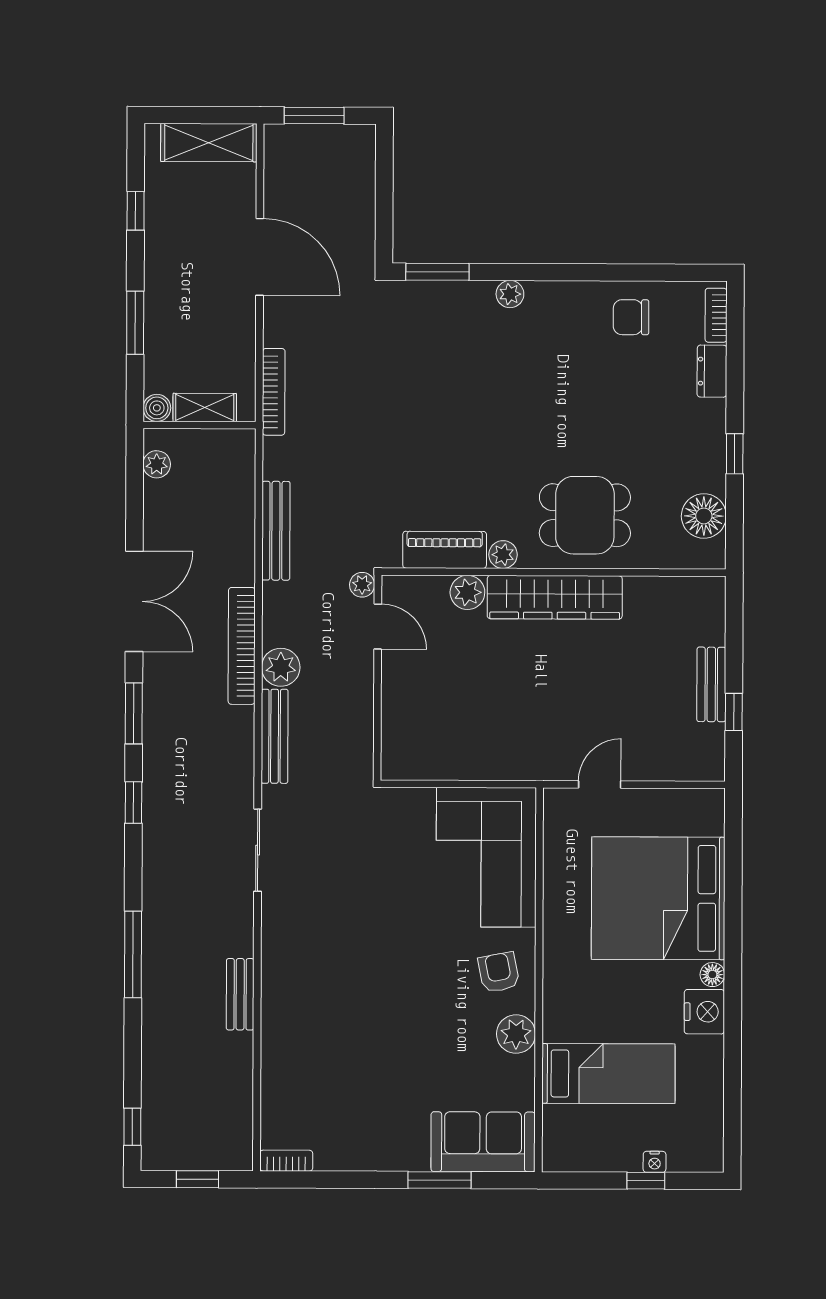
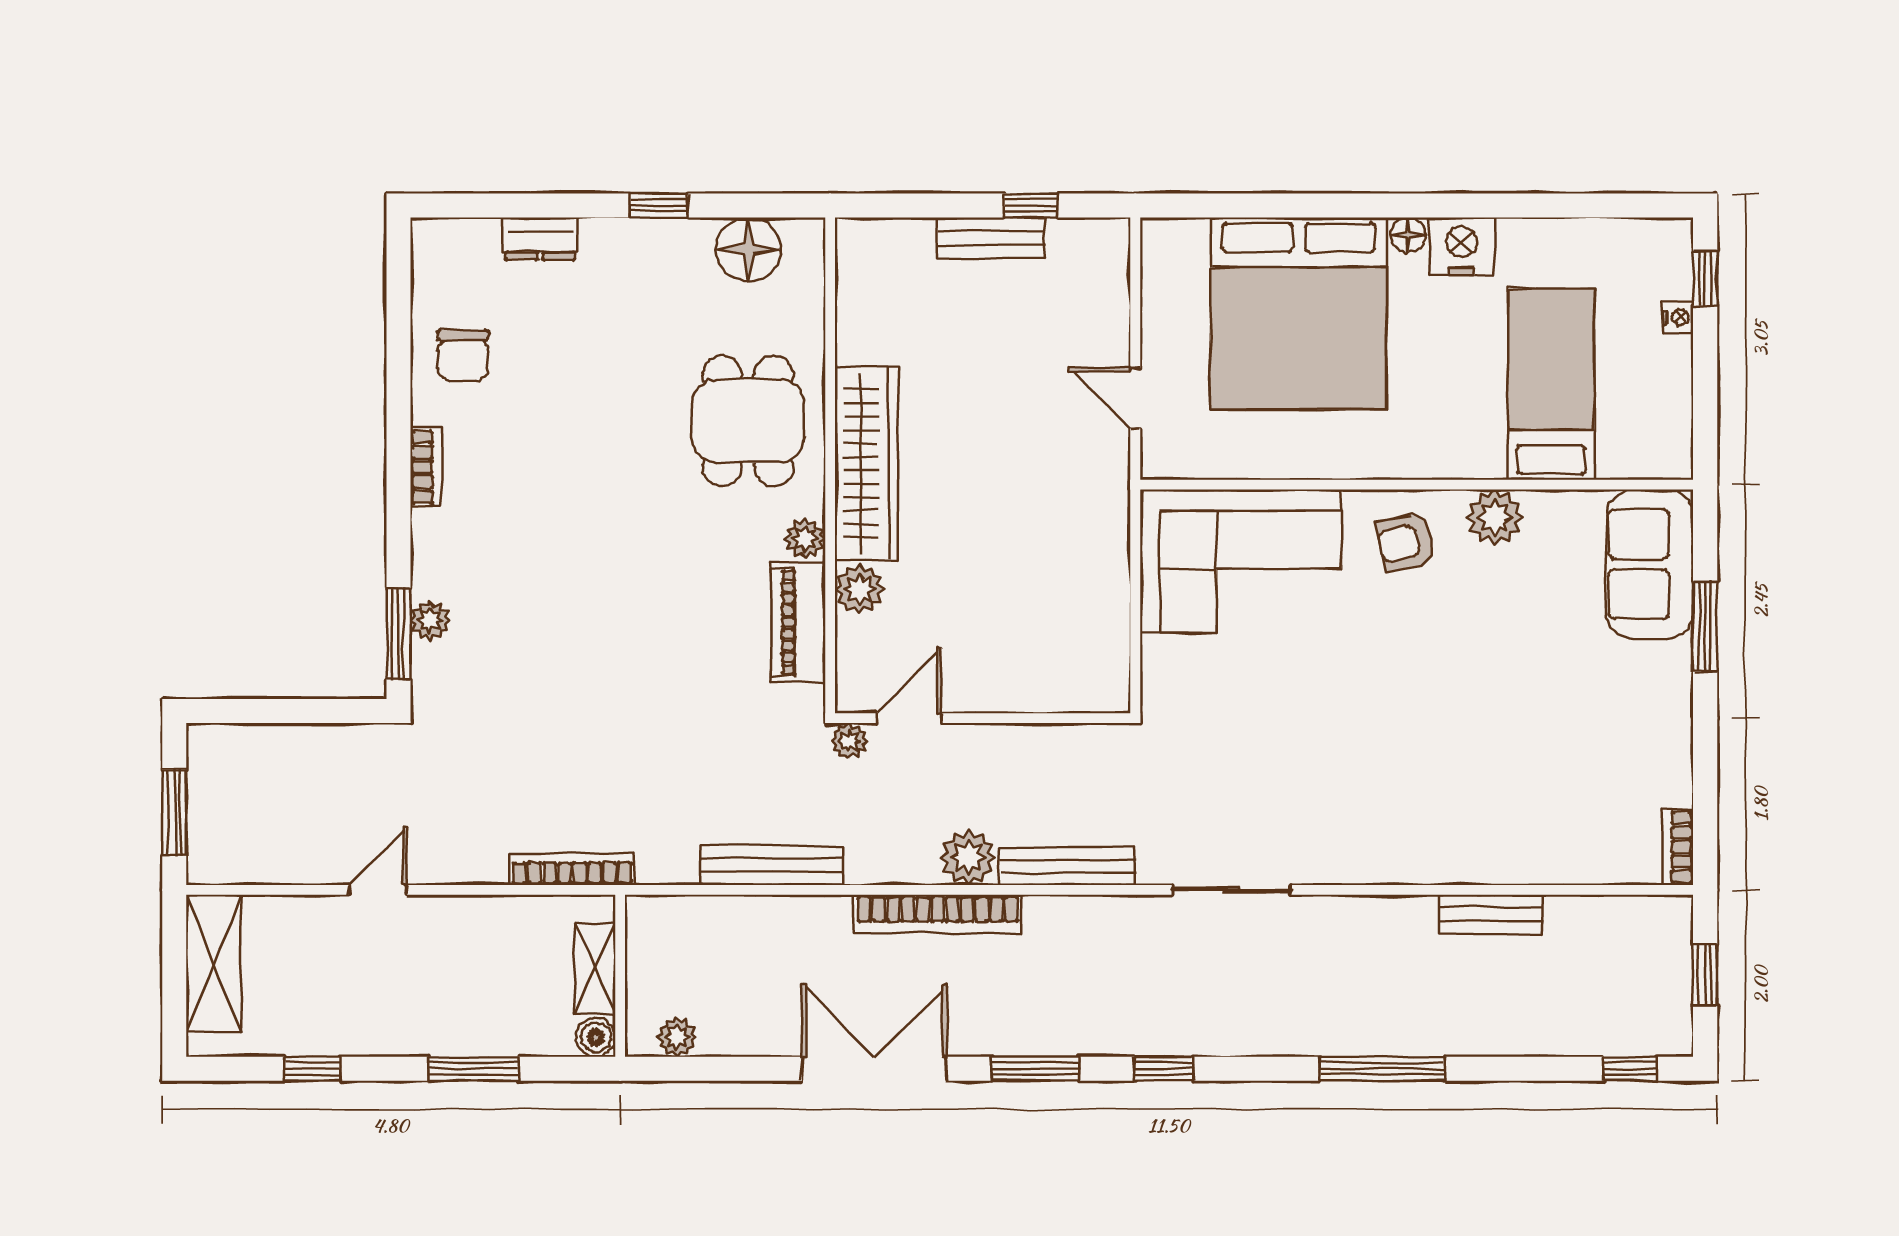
door: (260, 257) -> (378, 890), width x0.53
plant: (510, 294) -> (430, 620), moved
bookcase: (716, 315) -> (426, 467), moved, turned -90
bench: (240, 994) -> (1491, 914), moved
window: (646, 1181) -> (1705, 279), moved

